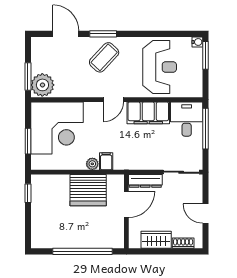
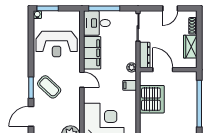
reception desk: (160, 67) -> (57, 44), turned 180
plant: (92, 164) -> (132, 67), moved

